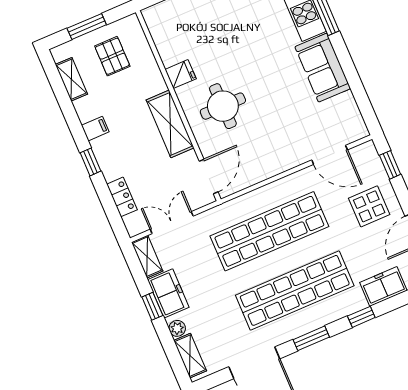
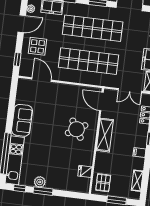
pallet: (112, 56) -> (103, 183), moved
fridge: (181, 74) -> (85, 171), moved
round table: (223, 106) -> (77, 129), turned -31
door: (209, 177) -> (101, 102), hinge flipped

